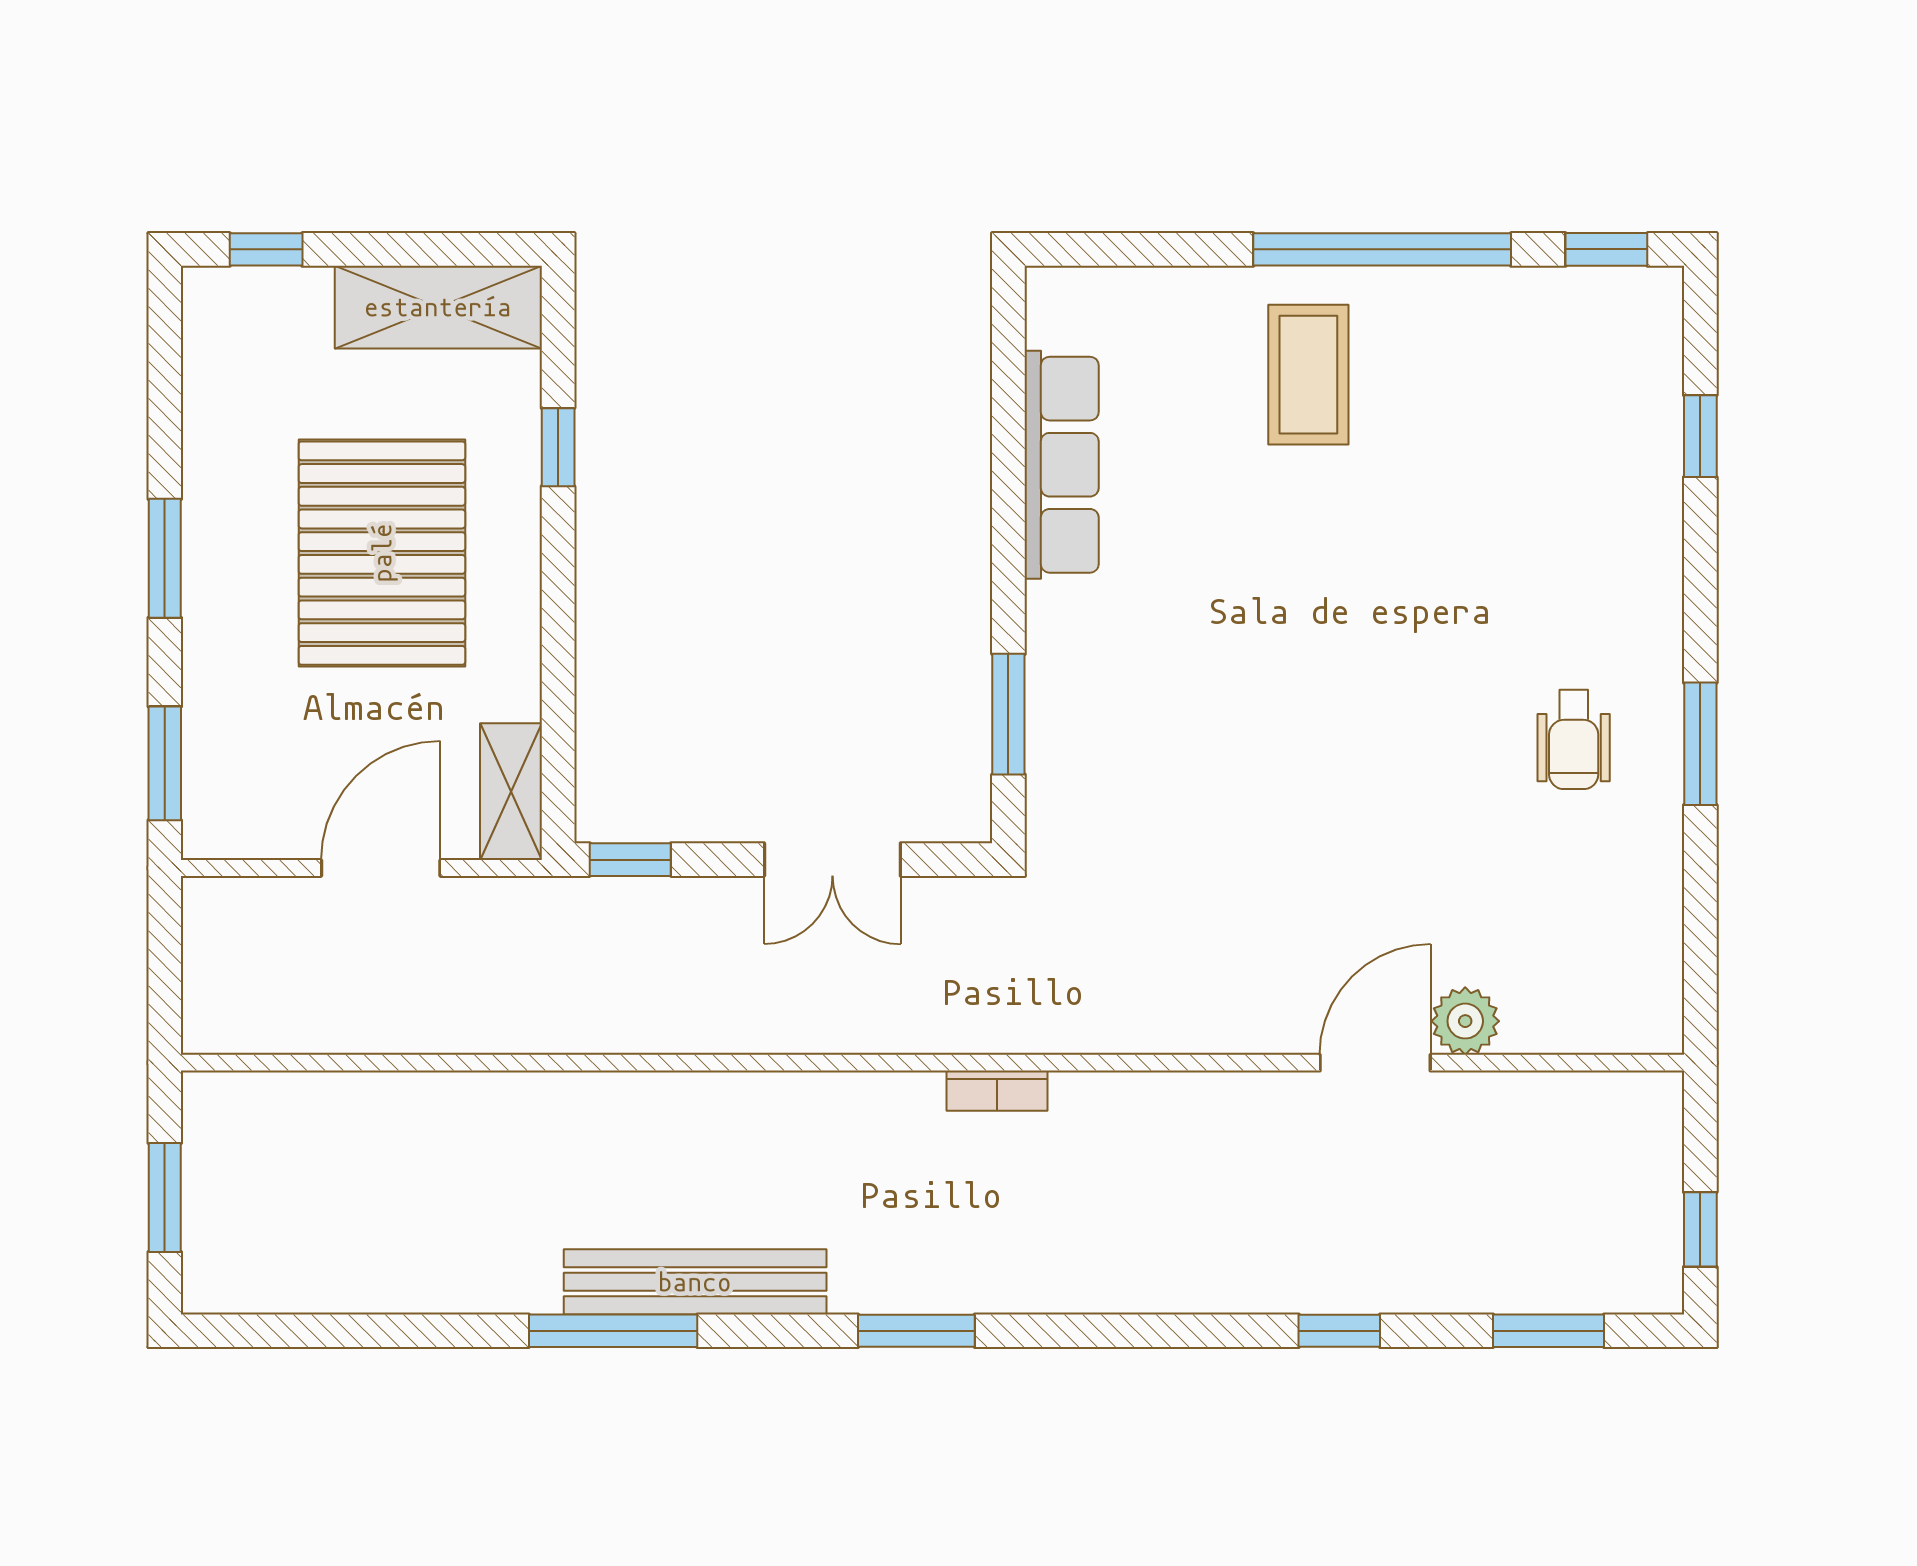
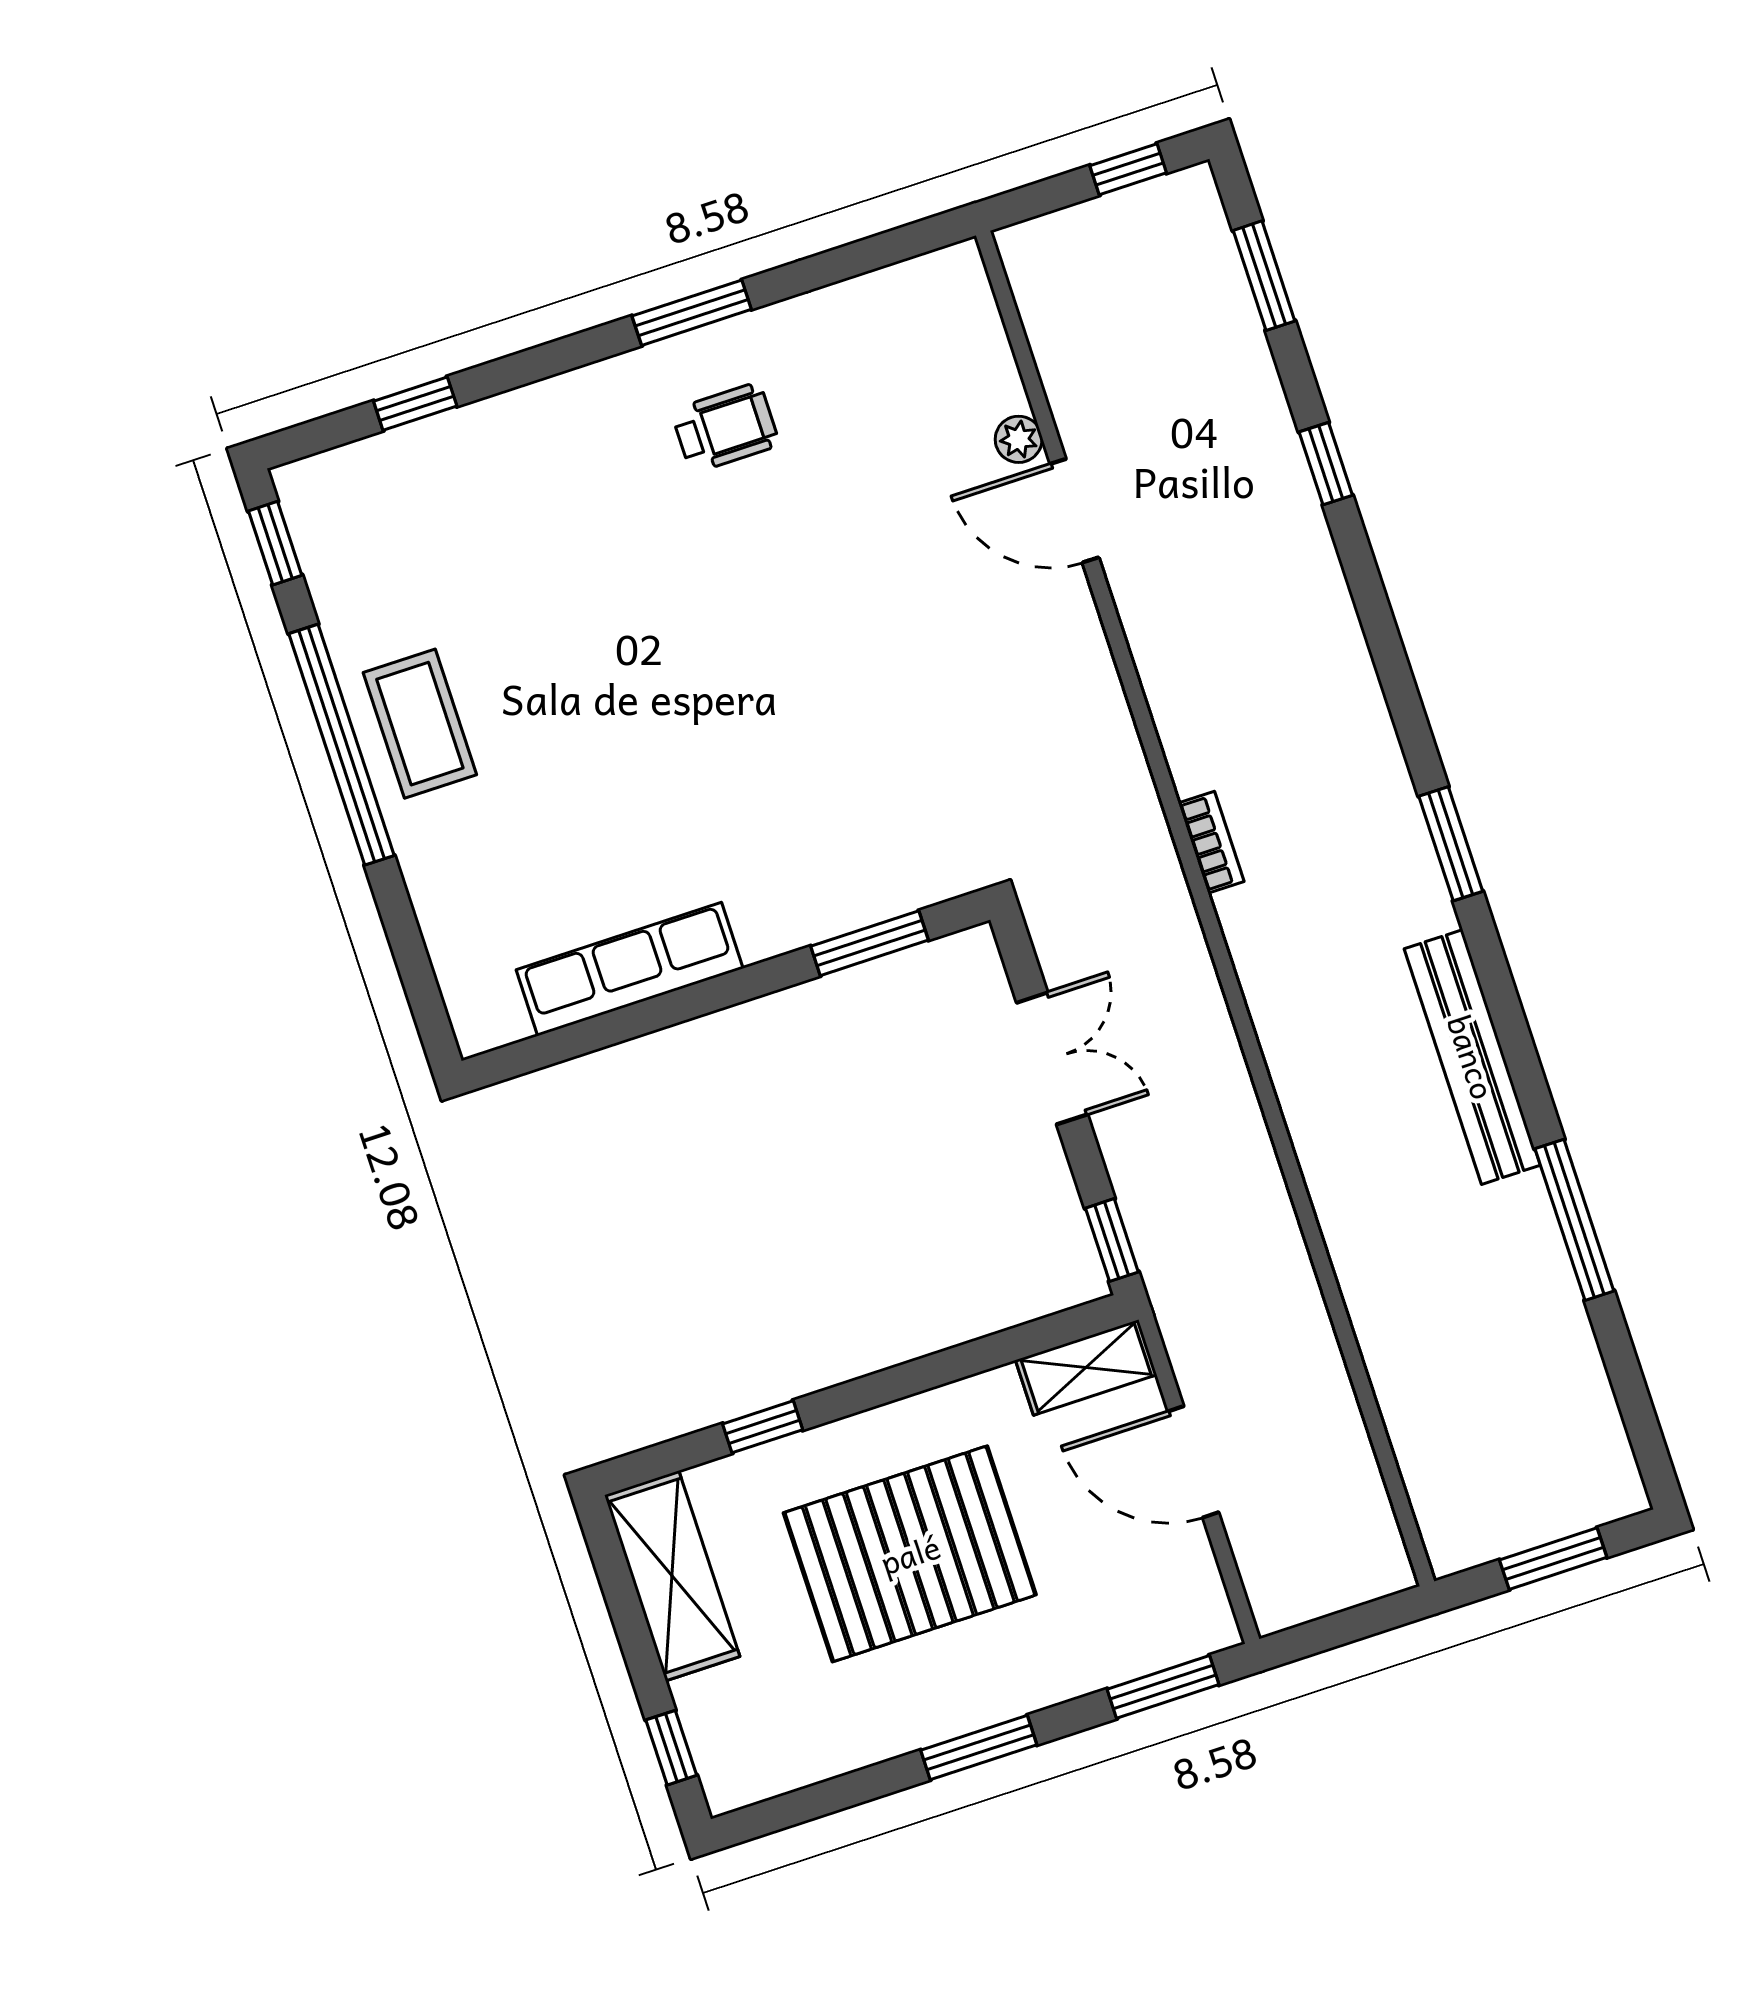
coffee table: (1308, 375) -> (420, 724), moved, turned 90
plant: (1465, 1021) -> (1019, 439), width x0.73, depth x0.73
window: (613, 1331) -> (1574, 1220), moved

